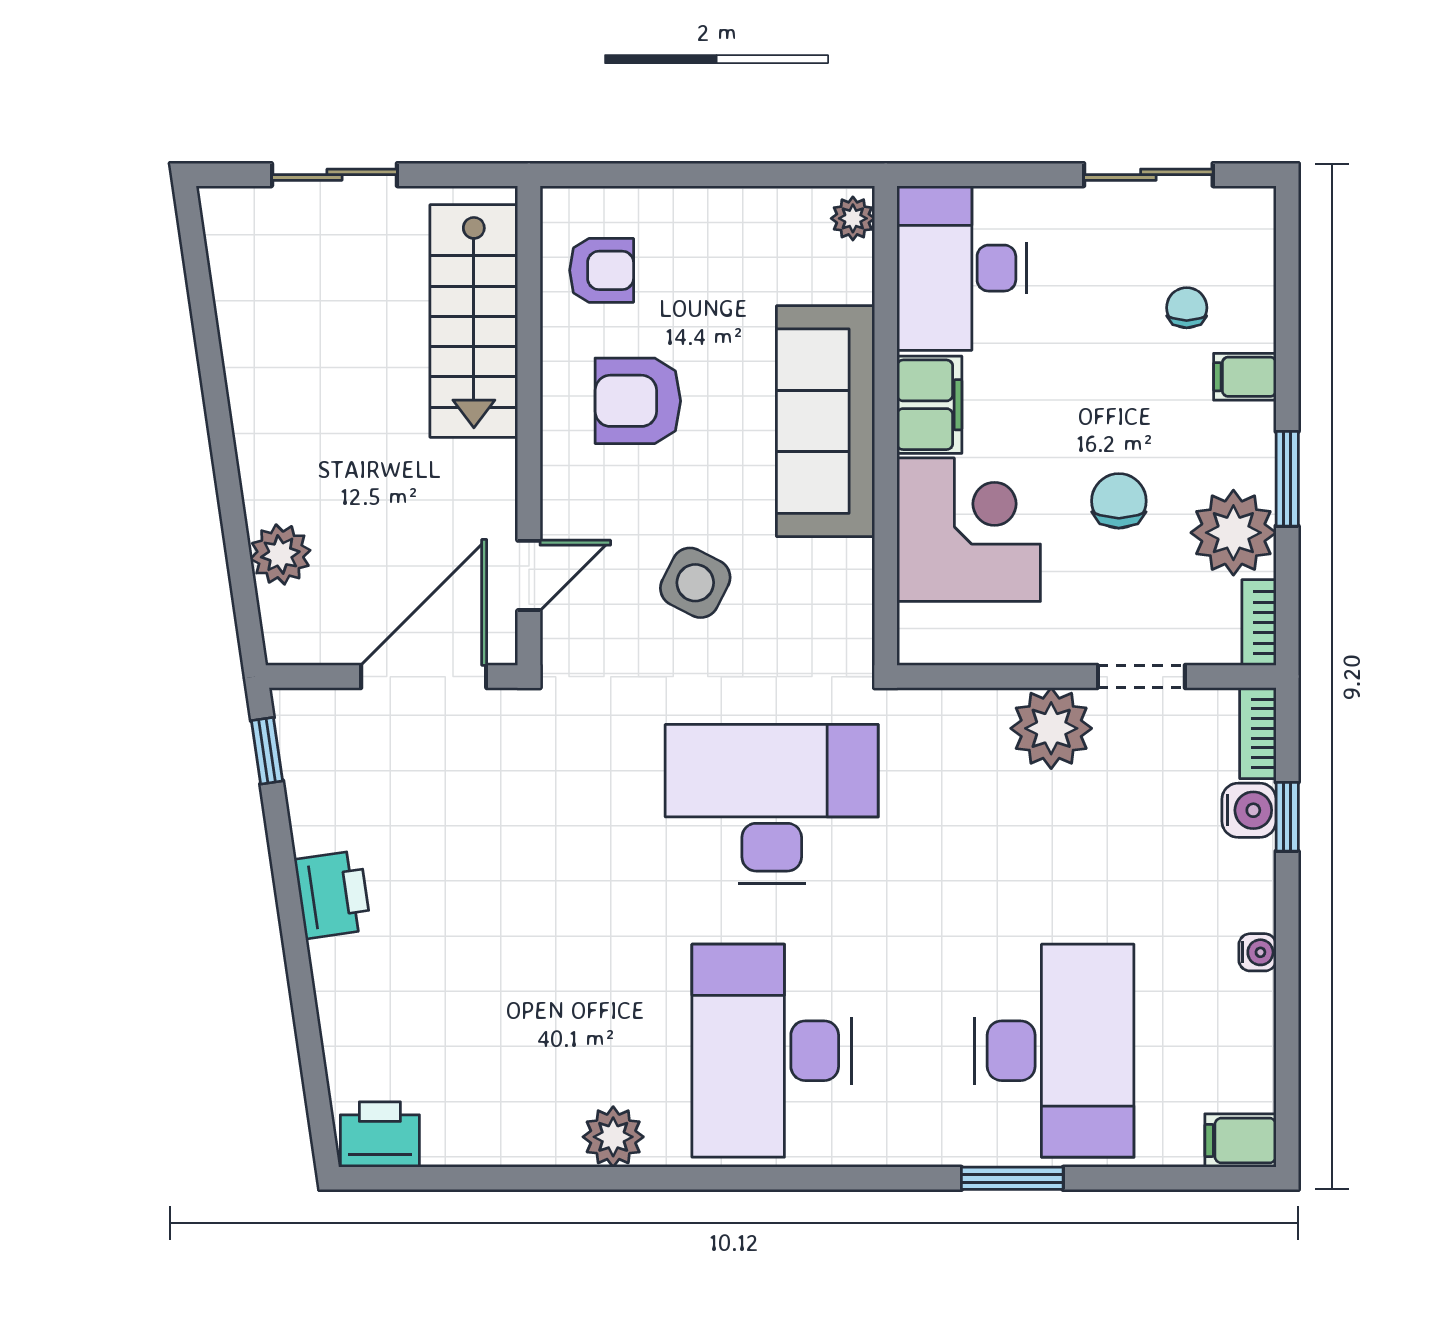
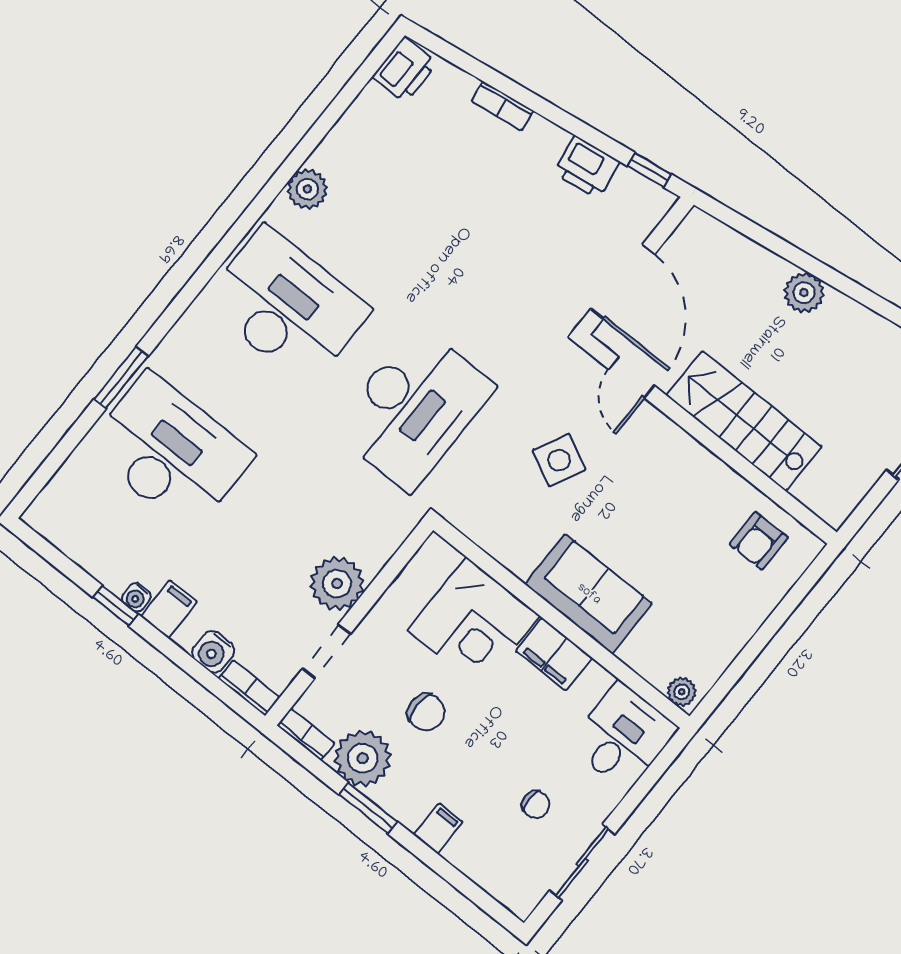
desk: (962, 268) -> (623, 737), width x0.73
chair: (1187, 308) -> (536, 804), moved
stairs: (474, 321) -> (744, 421), moved
armchair: (638, 401) -> (676, 506), removed
sofa: (826, 421) -> (589, 594), width x0.73
plant: (280, 554) -> (804, 293), moved
window: (1287, 817) -> (115, 606), moved
printer: (333, 894) -> (587, 167), moved
bookcase: (330, 985) -> (502, 106), added
desk: (1054, 1051) -> (170, 452), turned 180
filing cabinet: (1240, 1140) -> (169, 609), moved

